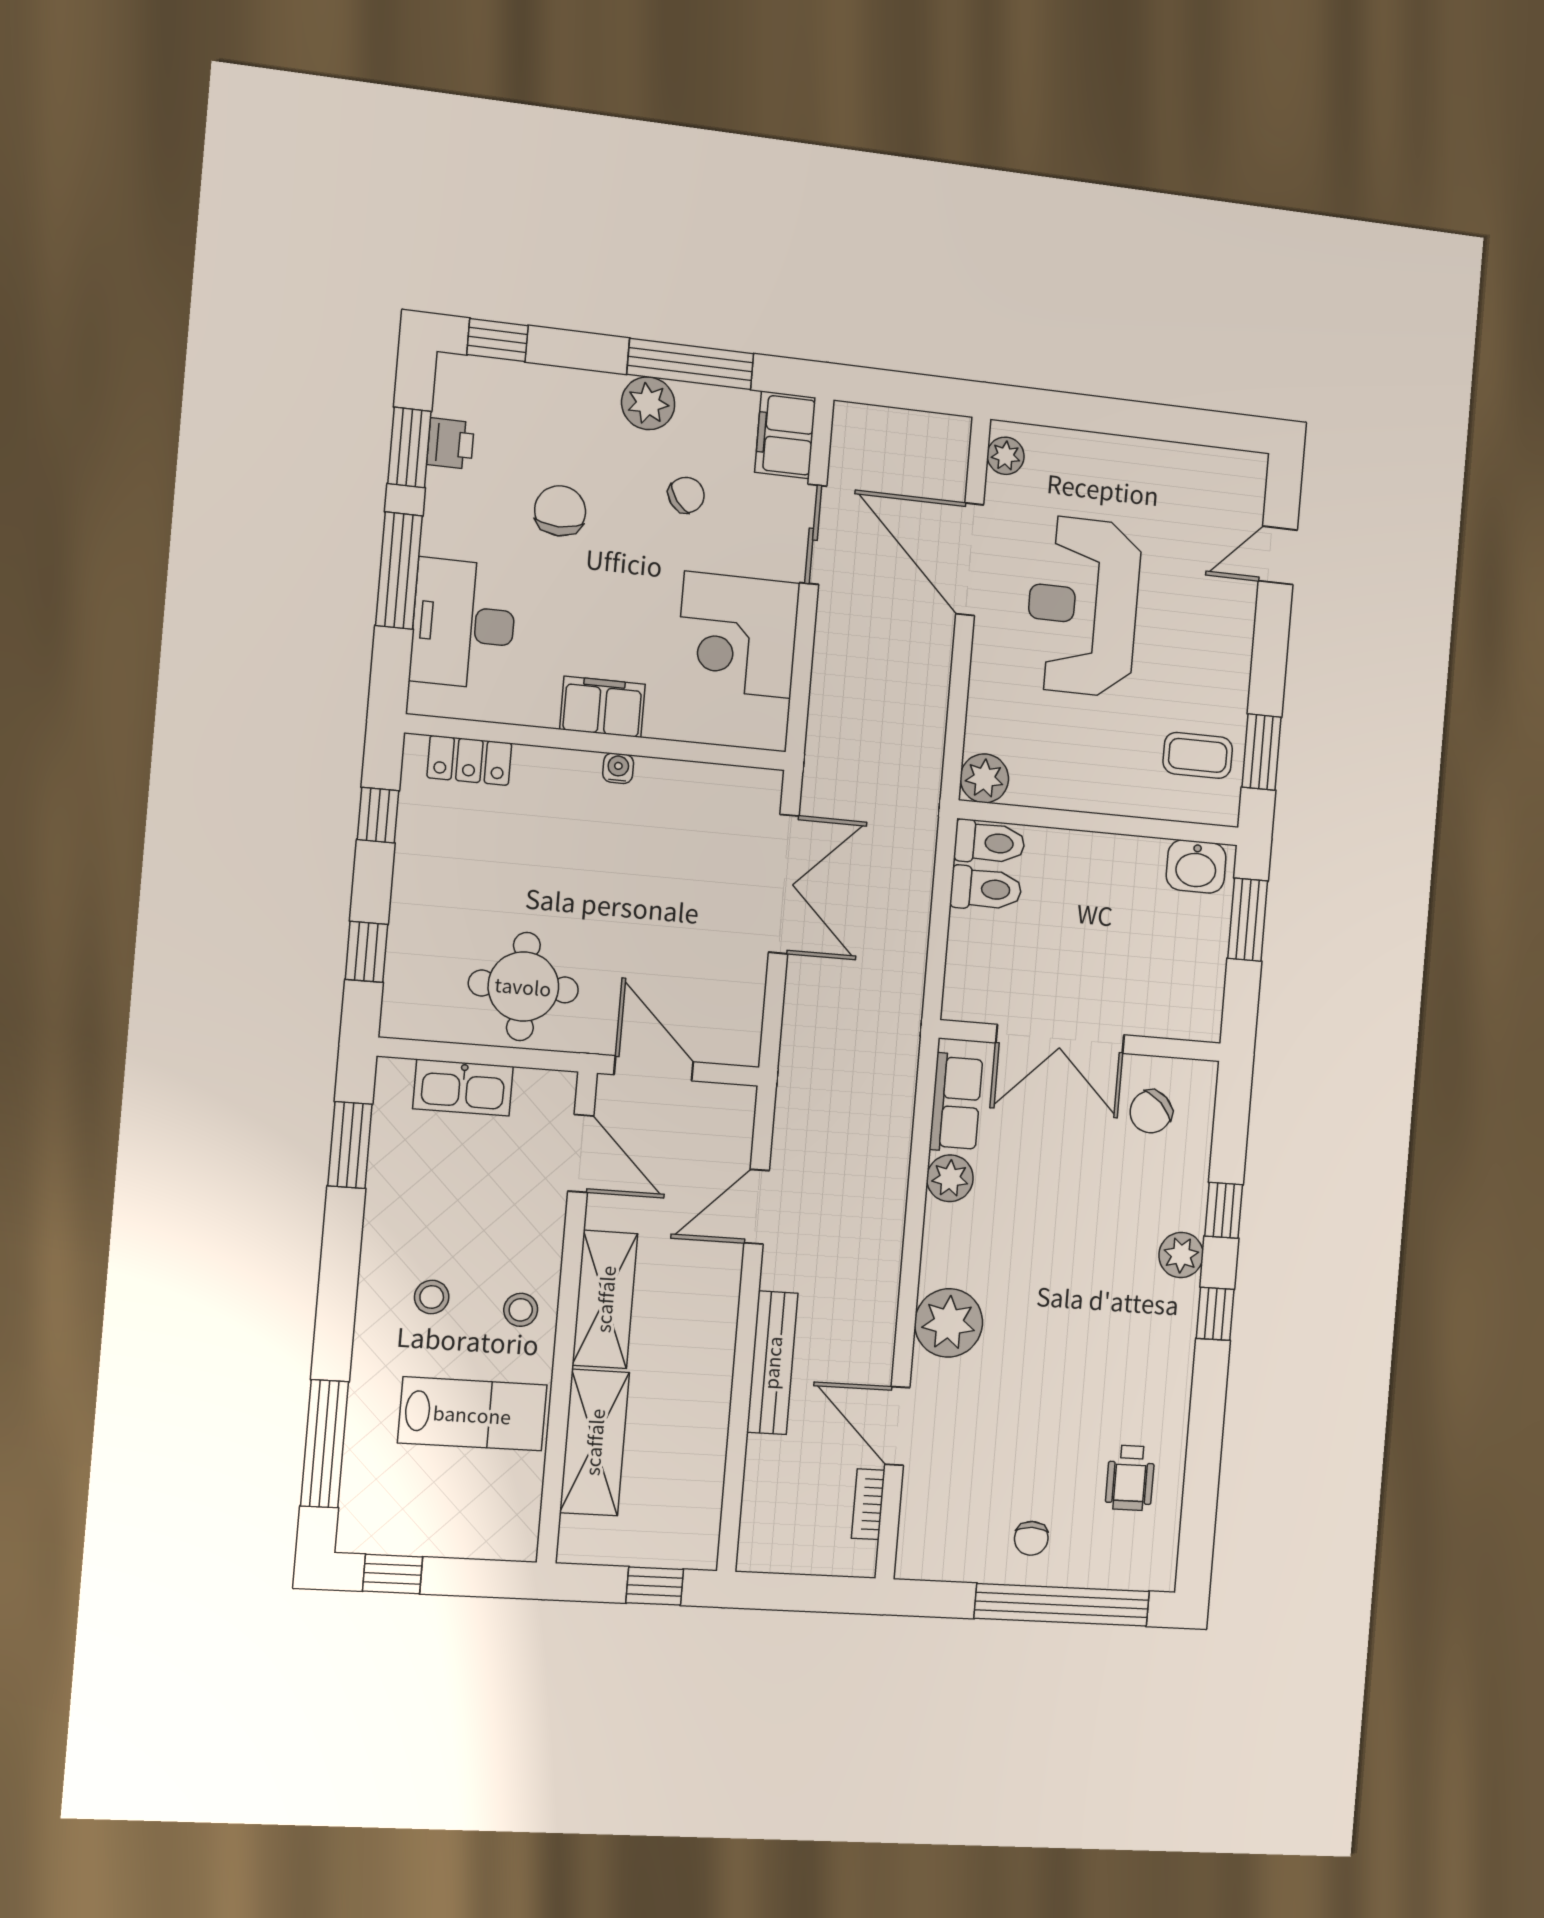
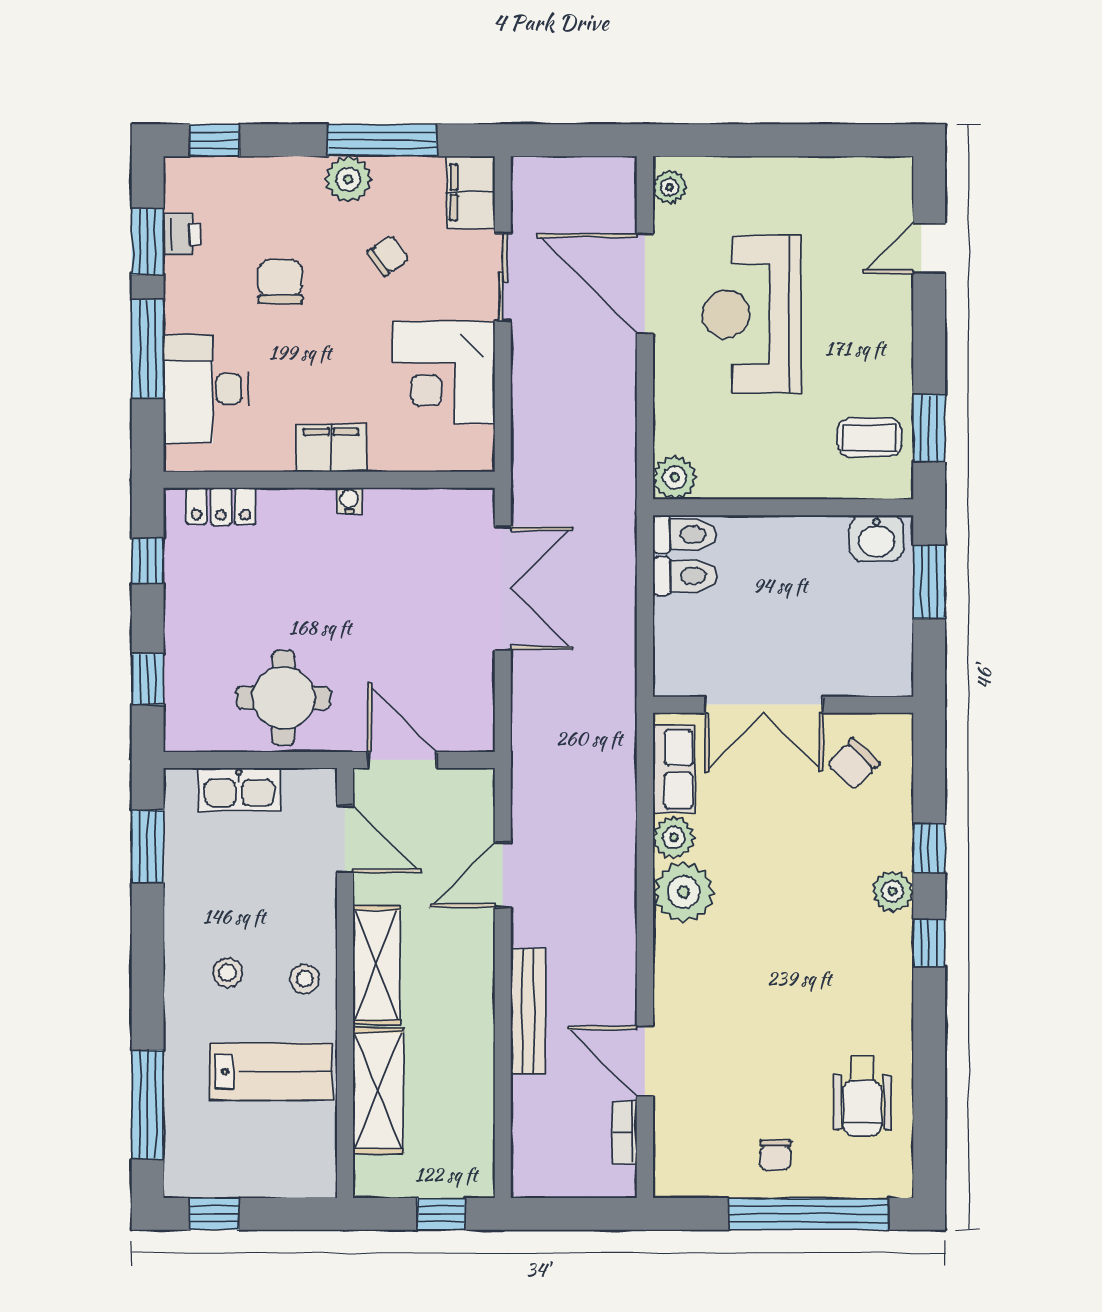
plant: (949, 1323) -> (684, 892), moved
wheelchair: (1130, 1478) -> (862, 1096), width x1.36, depth x1.37

